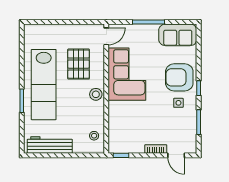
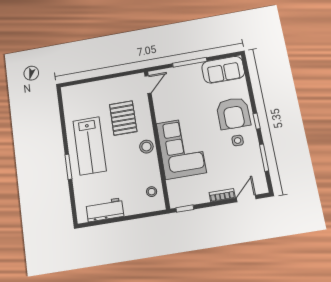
corner sofa: (127, 74) -> (181, 148), moved
armchair: (179, 77) -> (233, 113), turned -90
lab bench: (44, 85) -> (90, 146), width x0.73
workbench: (50, 145) -> (105, 210), width x0.73
door: (176, 155) -> (246, 199), swing flipped

